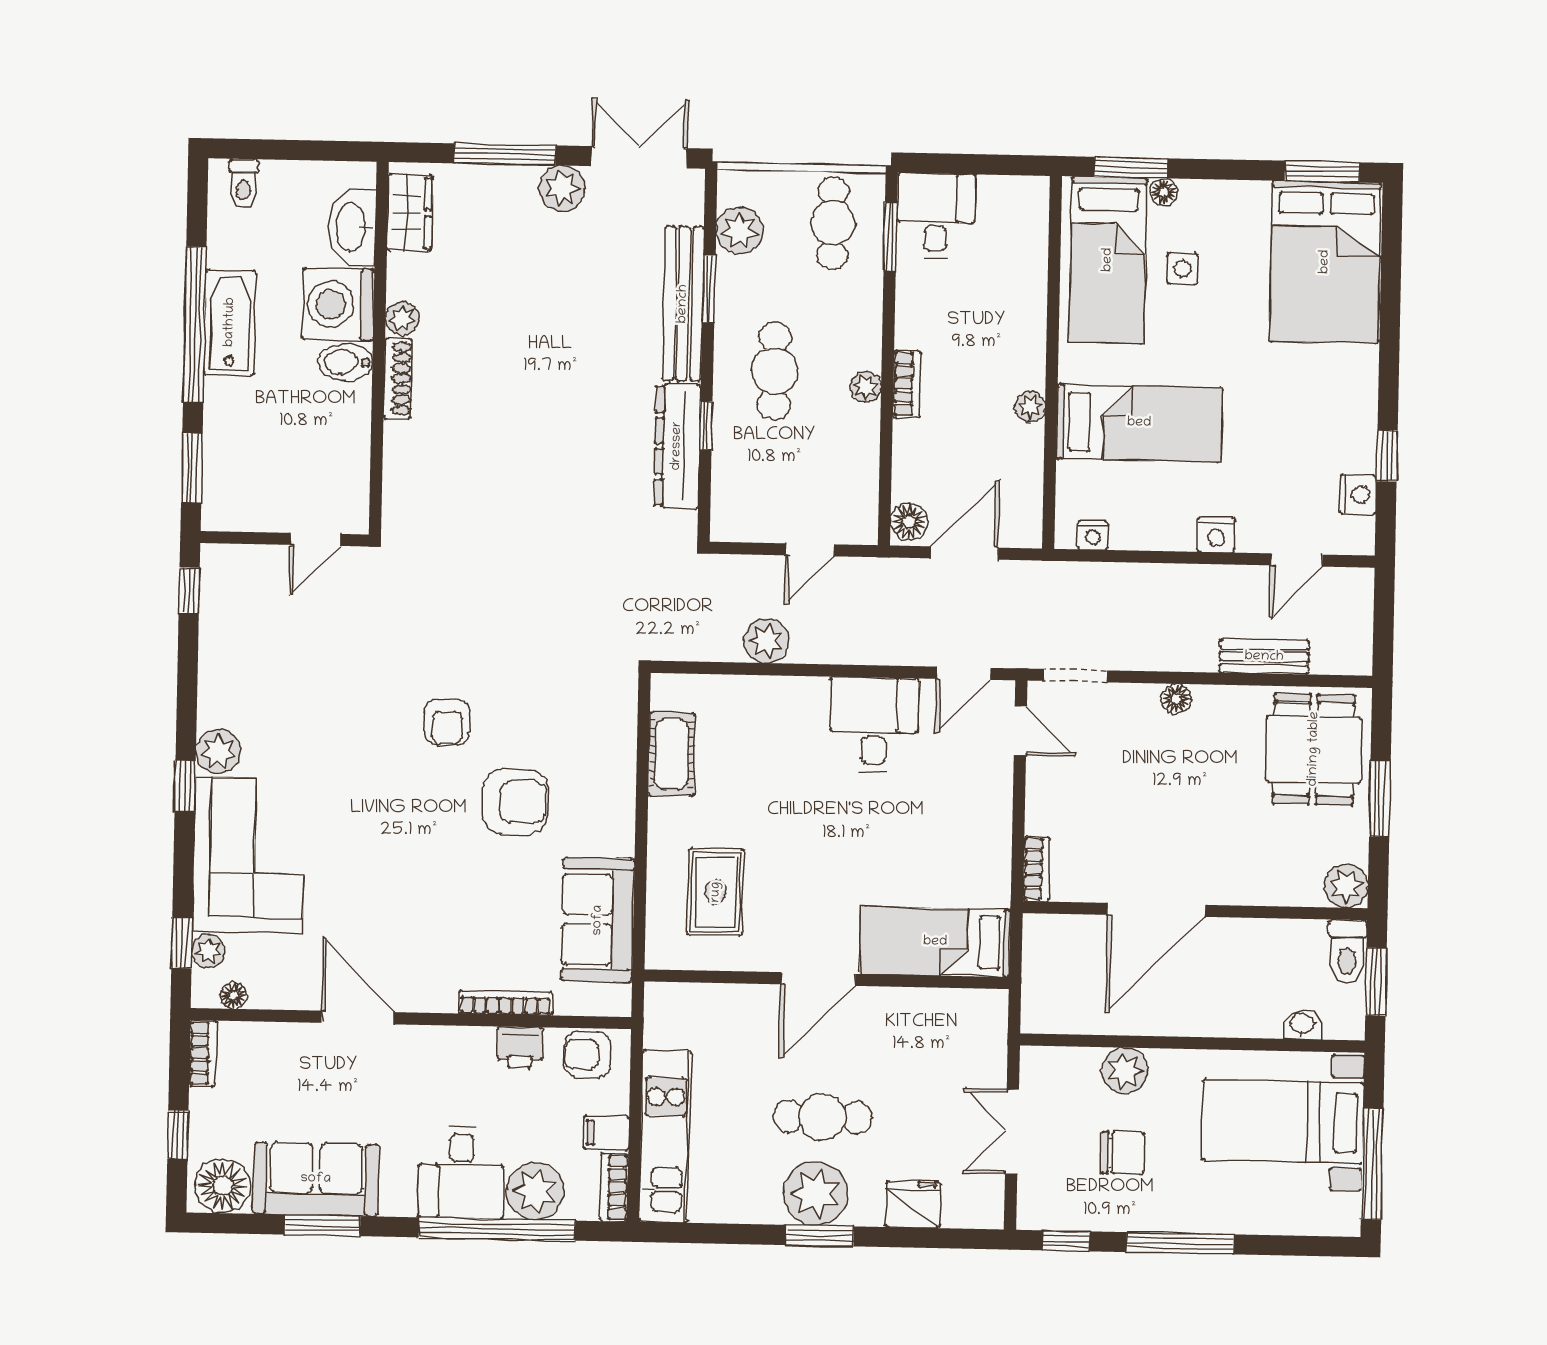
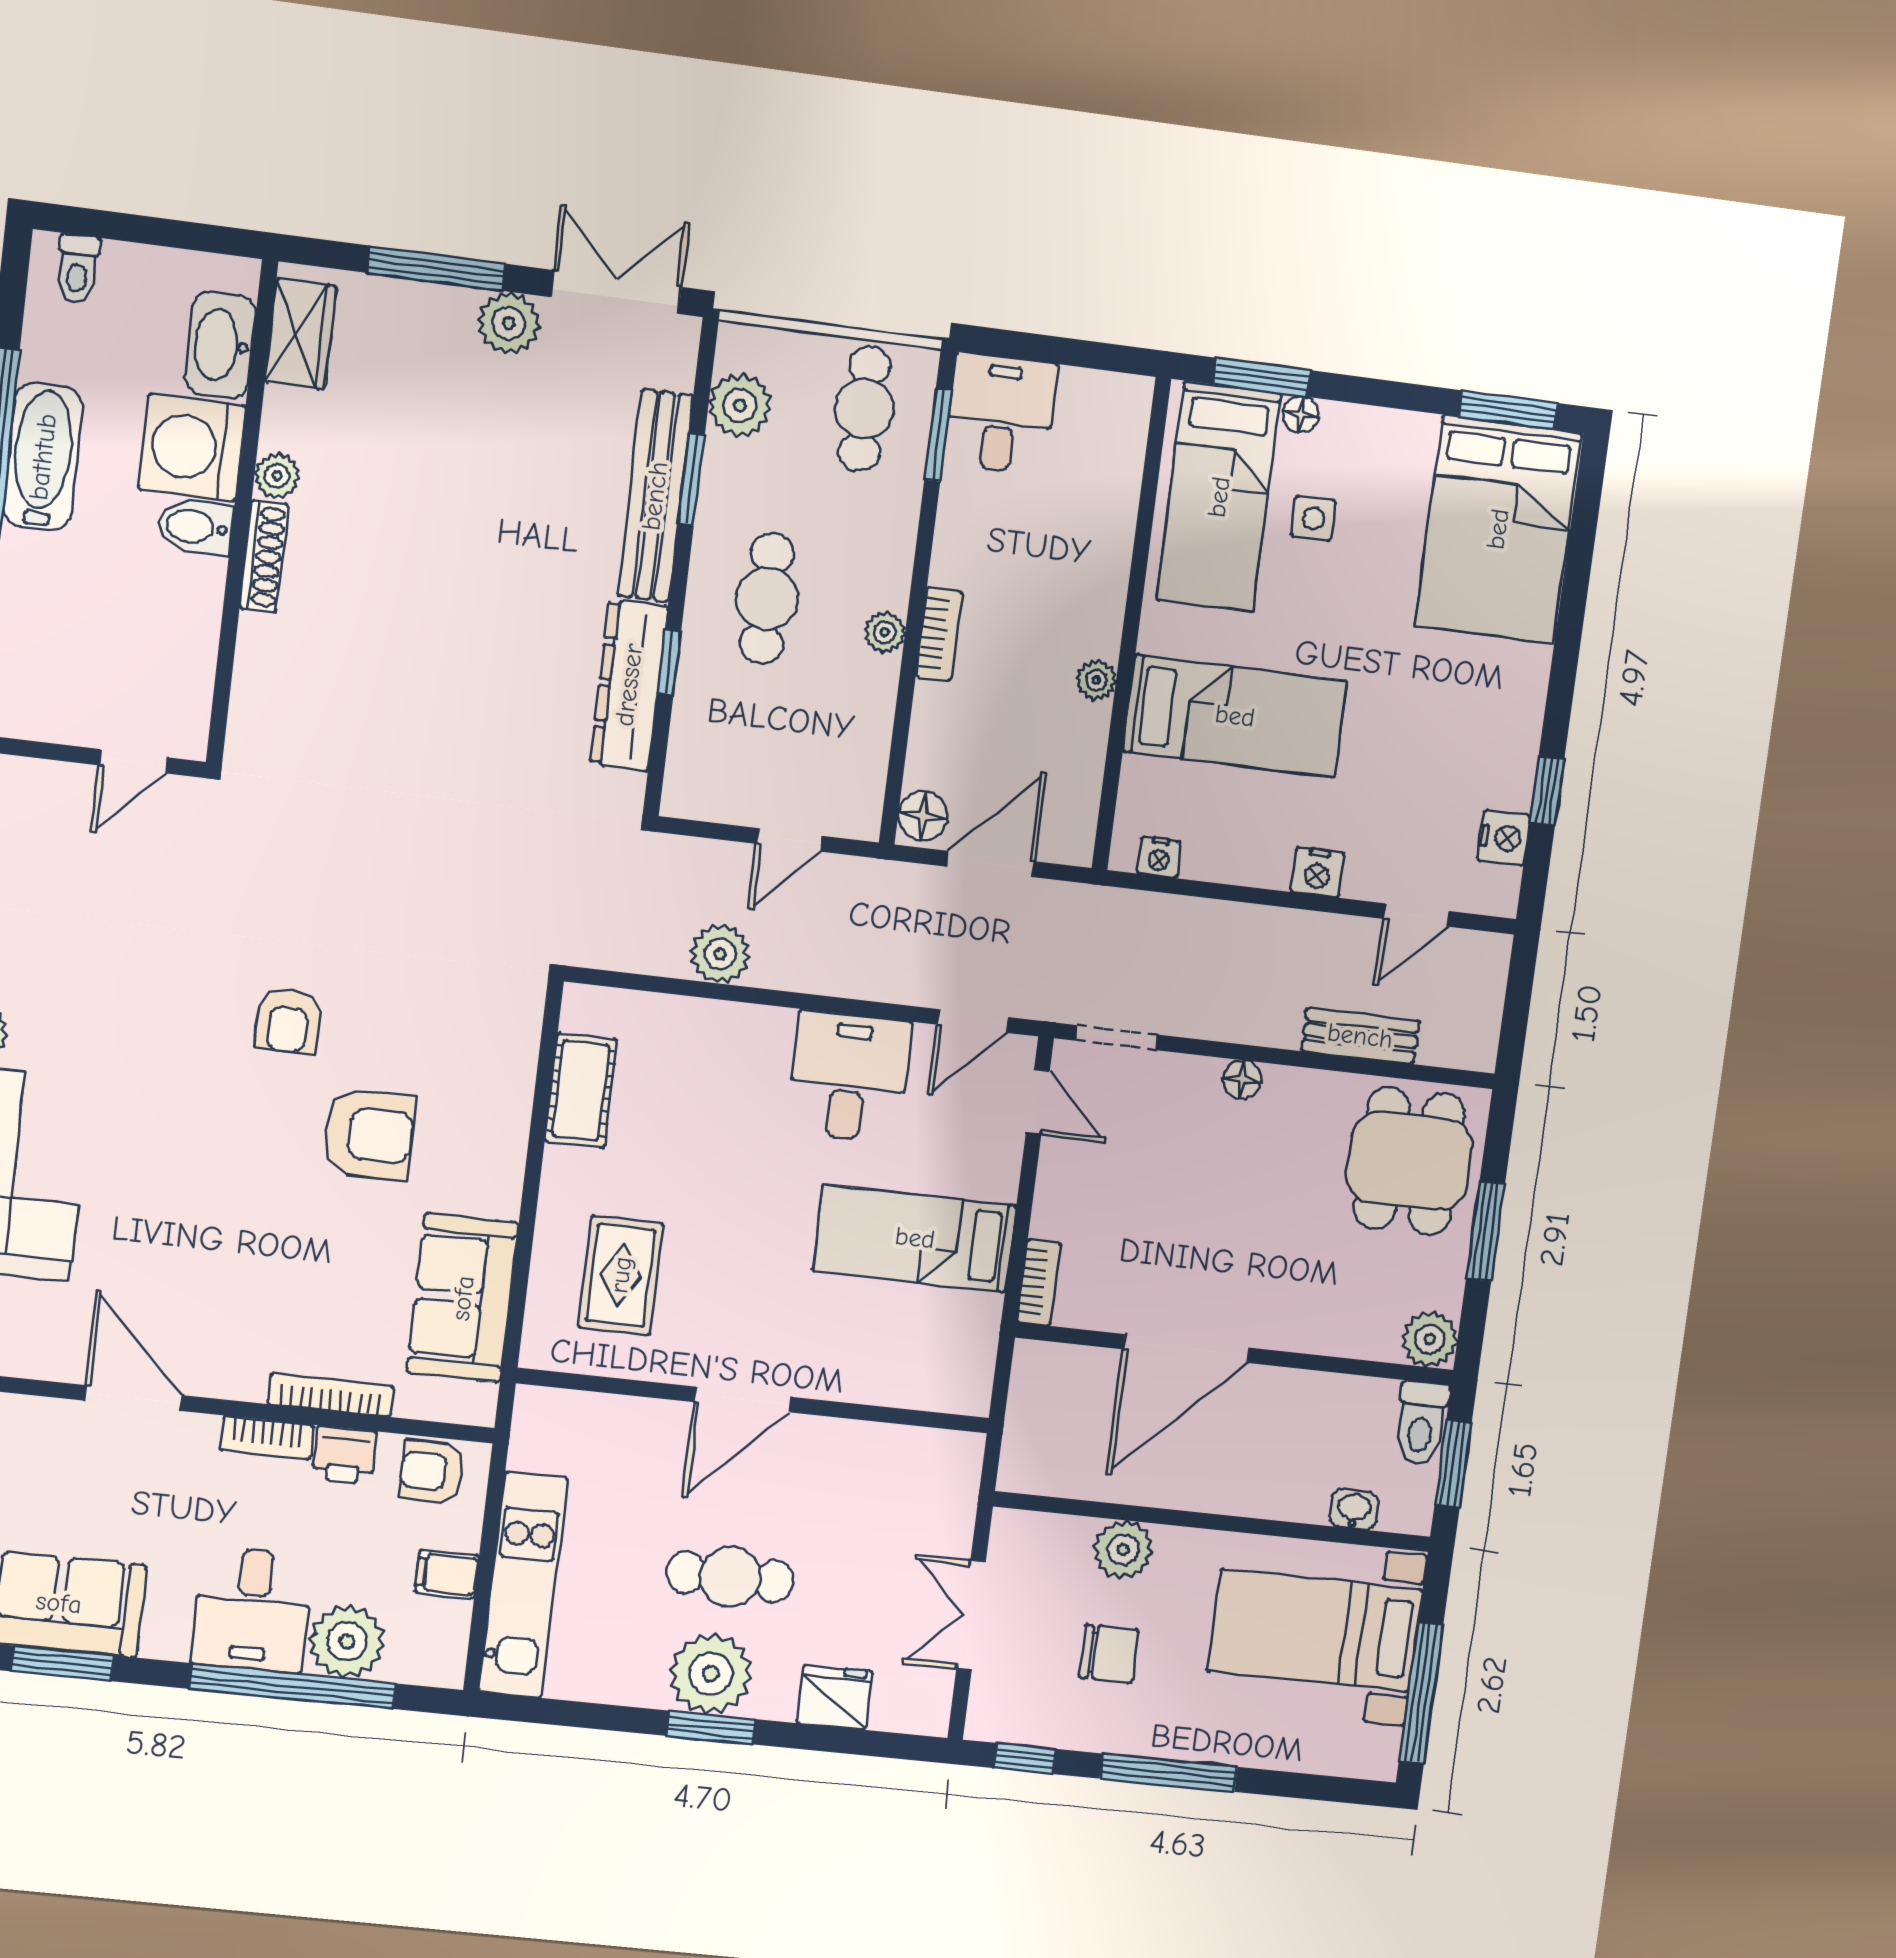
bed: (935, 942) -> (915, 1238), moved
bookcase: (614, 1187) -> (267, 1438), moved, turned -90

